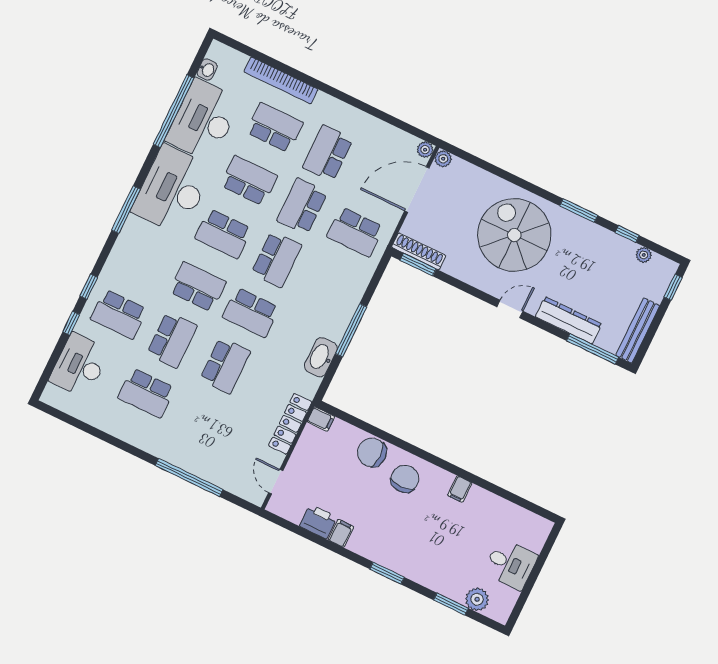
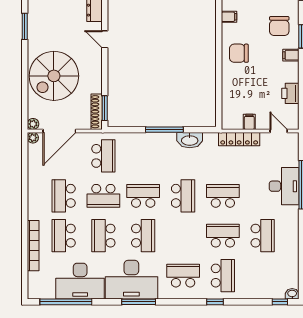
washbasin: (207, 70) -> (292, 294), moved
window: (174, 111) -> (66, 302), moved
school desk: (328, 153) -> (64, 196), turned 90
door: (417, 189) -> (59, 131), hinge flipped
window: (126, 210) -> (139, 302), moved
spiral stairs: (514, 235) -> (54, 76), moved
school desk: (198, 287) -> (183, 276), moved, turned 90
window: (71, 323) -> (280, 302), moved
desk: (79, 365) -> (284, 186), moved, turned -90
filing cabinet: (321, 419) -> (249, 122), moved
chair: (372, 452) -> (279, 26), moved
door: (276, 482) -> (279, 131), swing flipped
filing cabinet: (341, 533) -> (291, 55), moved

